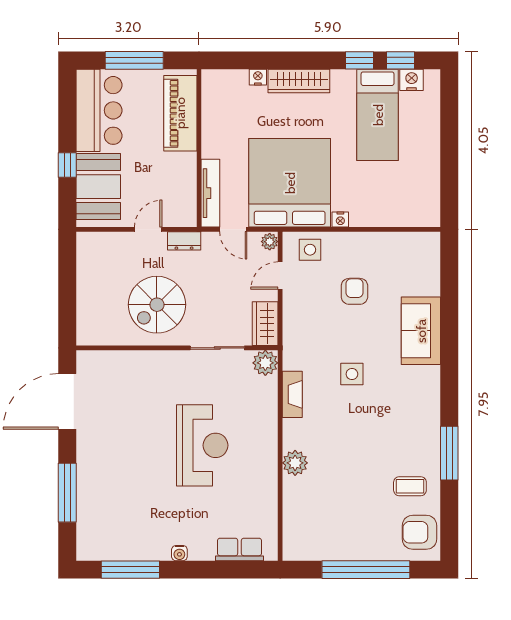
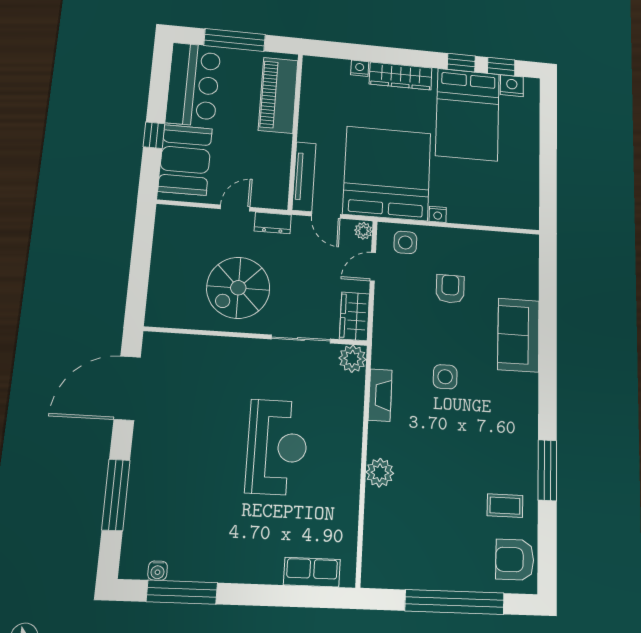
bed: (378, 115) -> (468, 115), width x1.50
water cooler: (179, 553) -> (158, 571), moved

